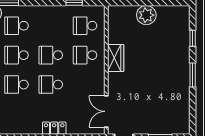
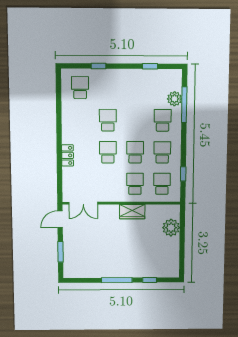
plant: (146, 15) -> (171, 228), moved
school desk: (16, 55) -> (162, 152), moved
window: (193, 75) -> (117, 280), width x1.44
double door: (106, 111) -> (83, 203), swing flipped

